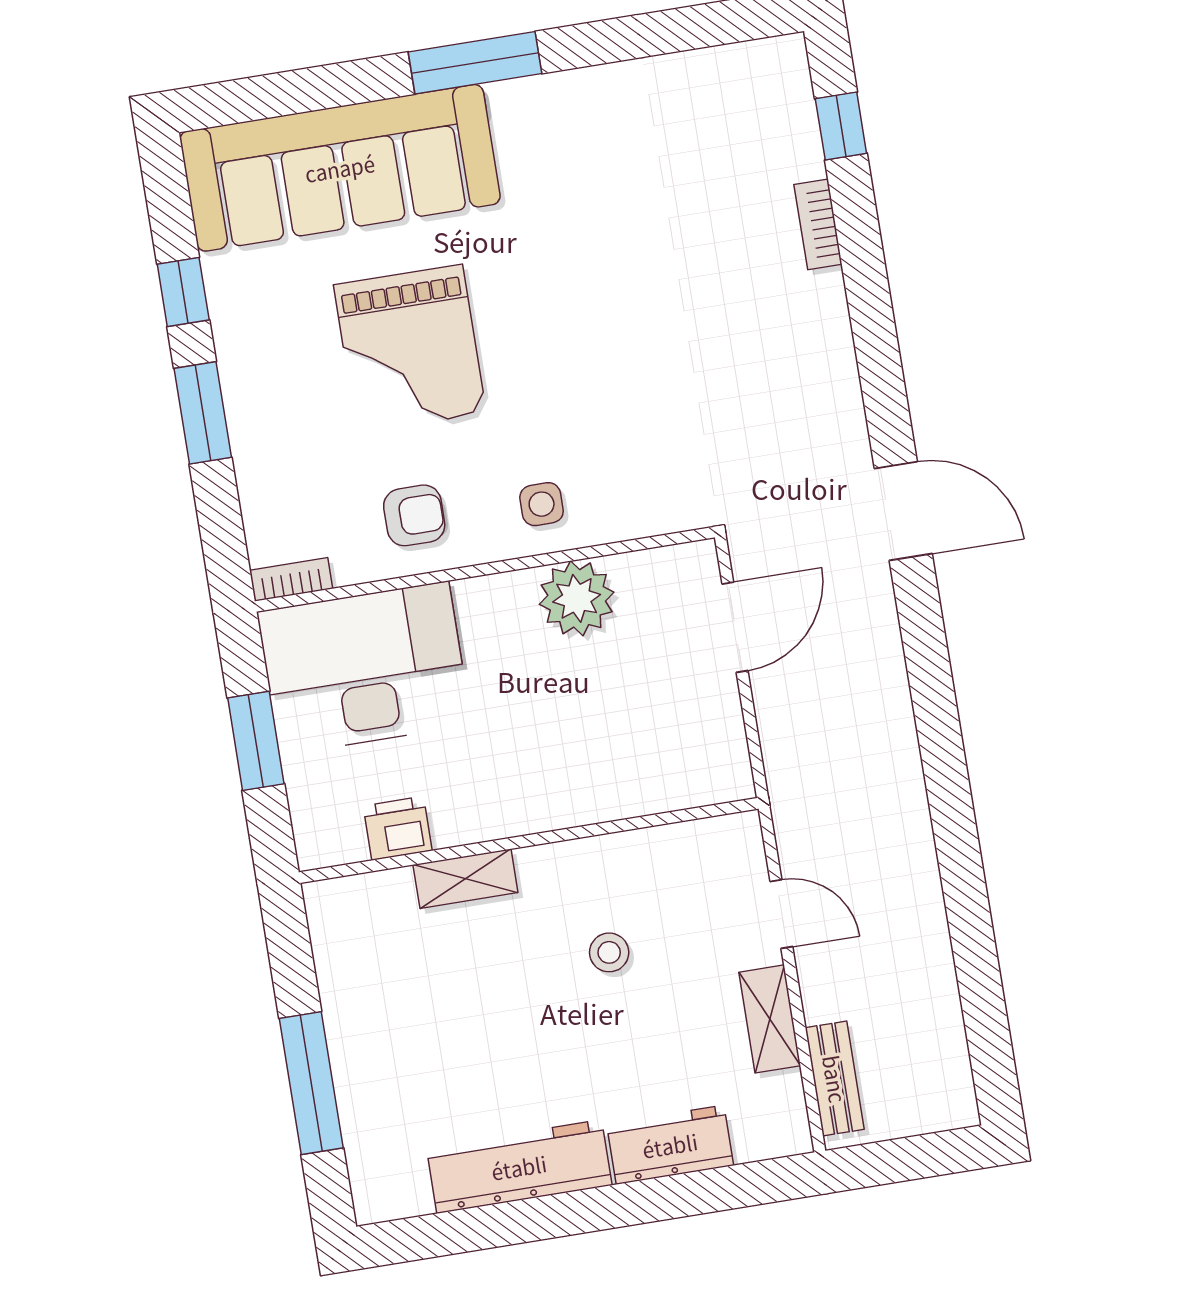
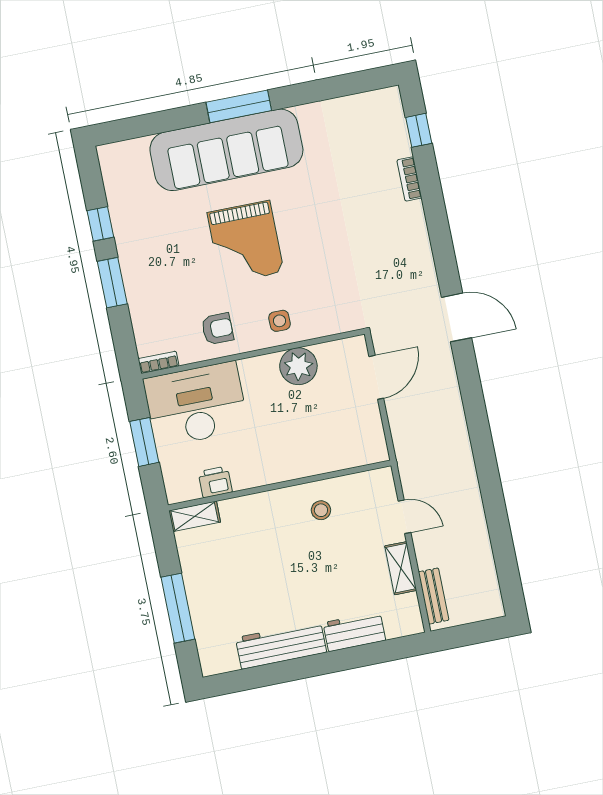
sofa: (340, 168) -> (226, 150), moved
grand piano: (410, 349) -> (245, 242), moved
shelving: (465, 879) -> (195, 516), moved
stool: (609, 952) -> (321, 510), moved

